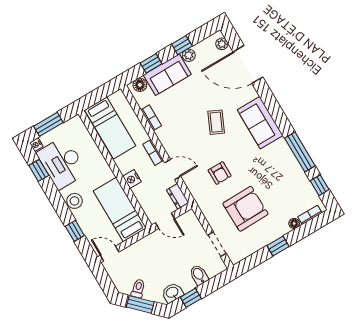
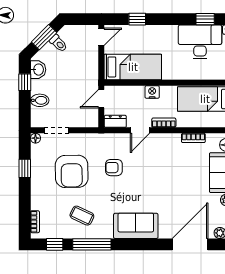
coffee table: (216, 122) -> (82, 216), moved
stool: (74, 201) -> (162, 34), removed
floor lamp: (294, 223) -> (35, 138), moved
window: (278, 246) -> (25, 168), moved

